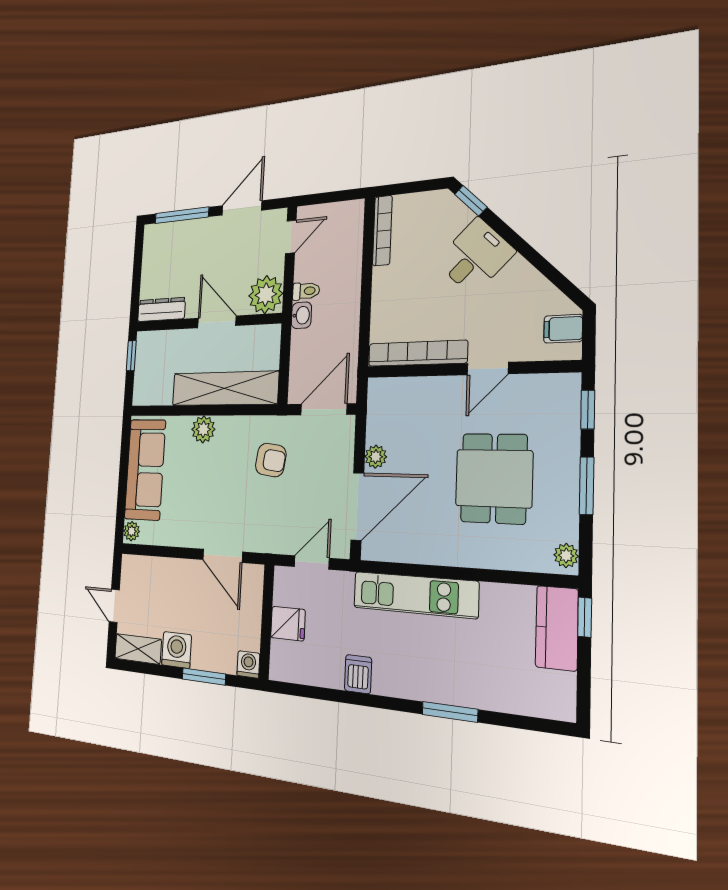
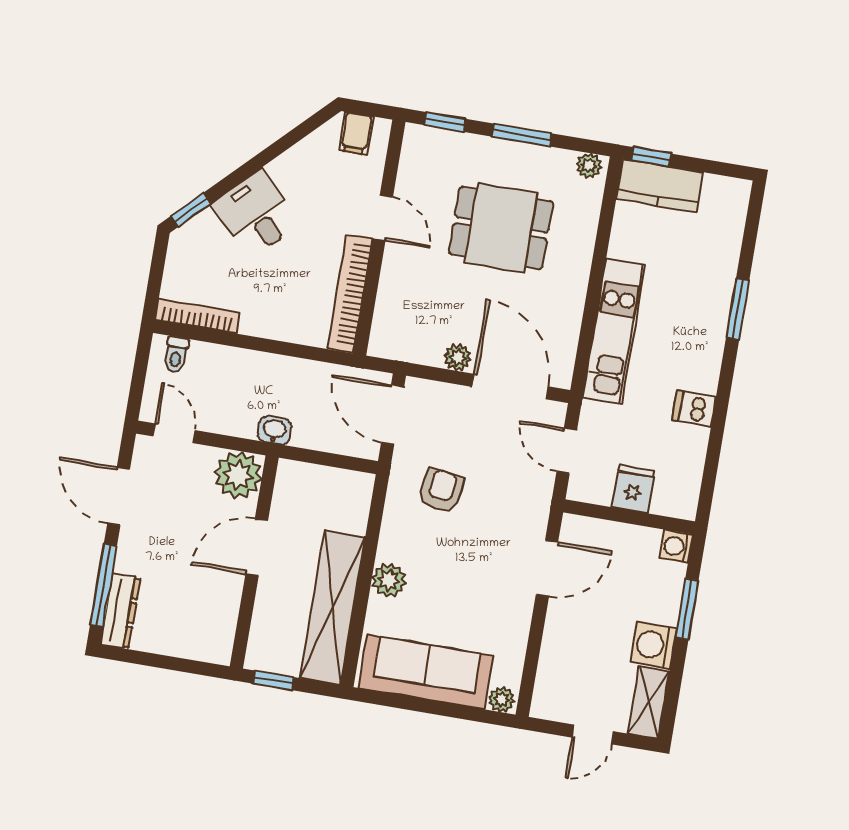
toilet: (306, 291) -> (176, 355), moved, turned 180
dresser: (161, 309) -> (120, 611), moved, turned 180
shelving: (224, 388) -> (333, 607), moved

